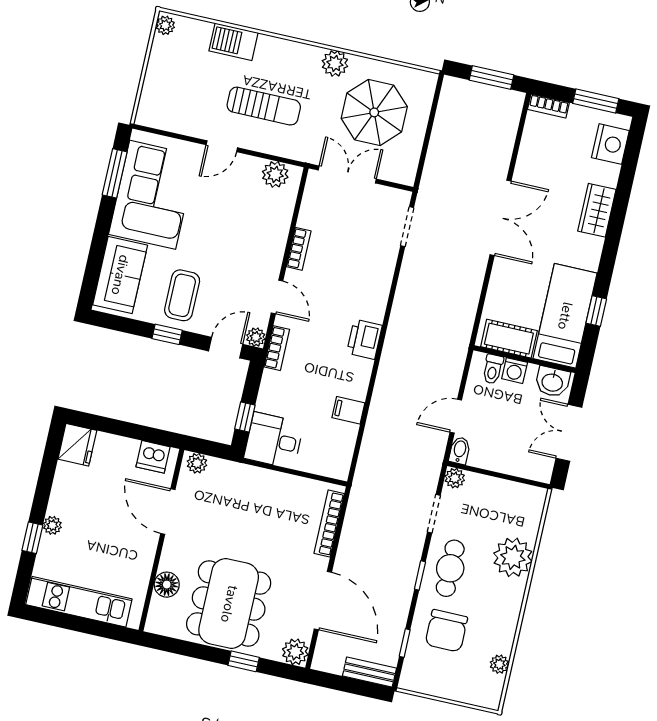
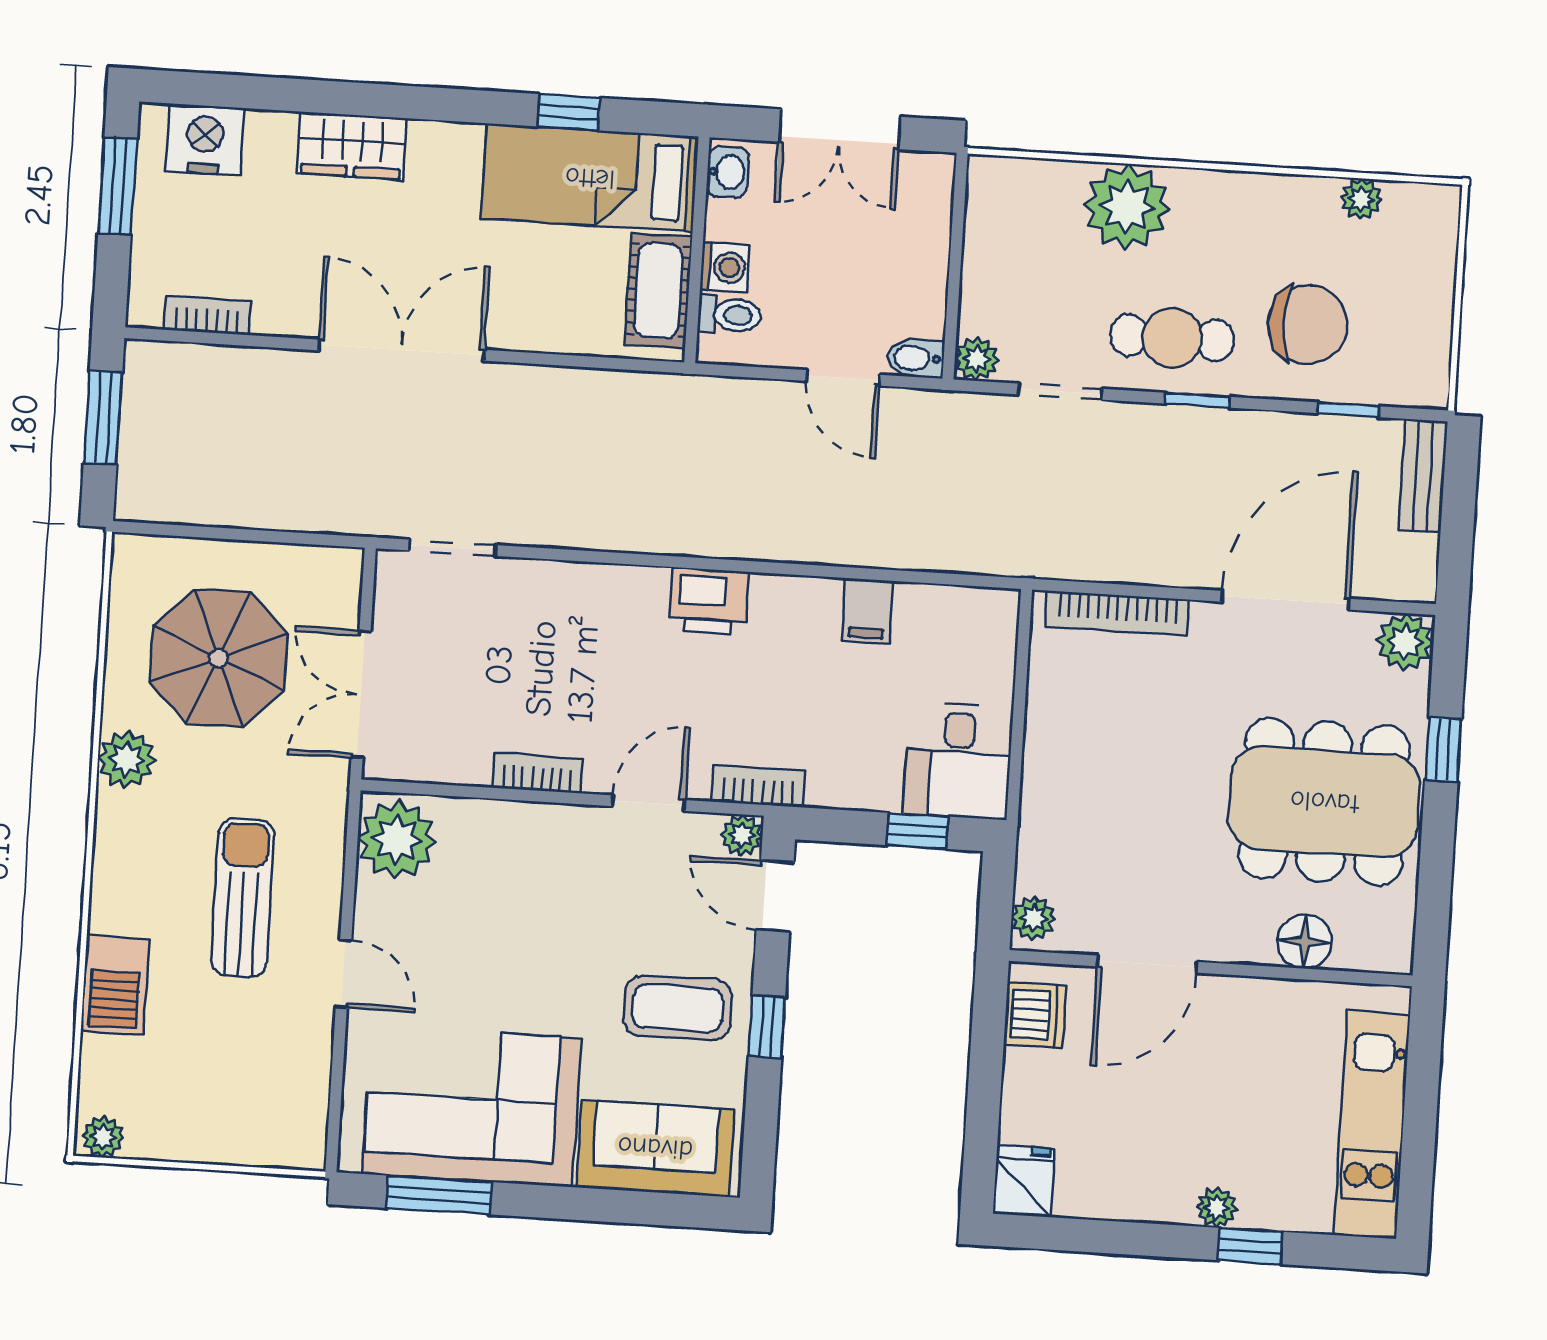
bookcase: (548, 106) -> (207, 315), moved, turned -90
plant: (275, 174) -> (397, 840), width x1.36, depth x1.36
washbasin: (552, 382) -> (728, 172), width x0.72, depth x0.69
fridge: (77, 445) -> (1024, 1181), width x0.72

